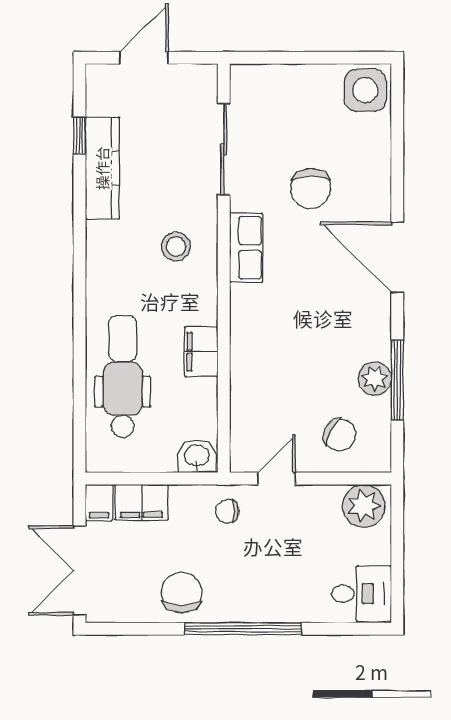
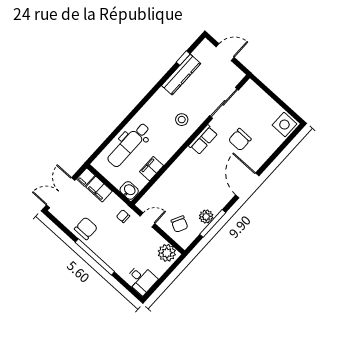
filing cabinet: (201, 352) -> (151, 169), moved
dental chair: (123, 376) -> (129, 145), turned 180

